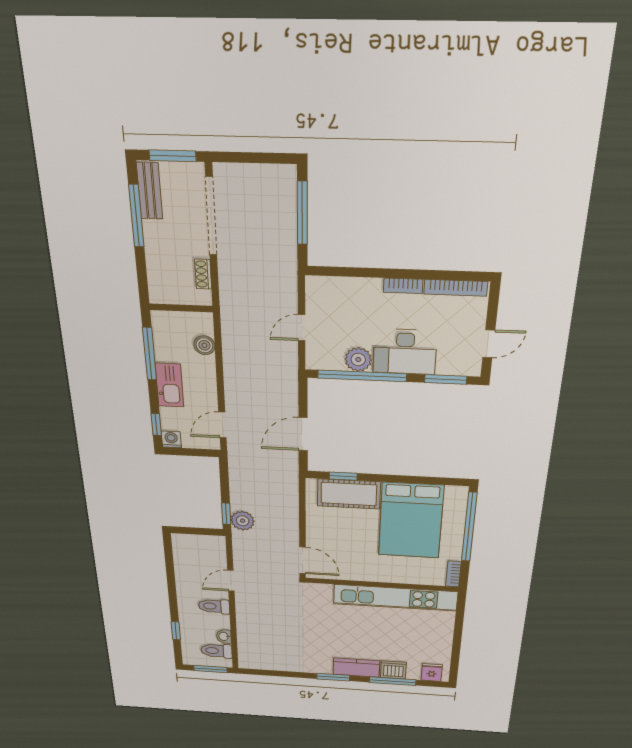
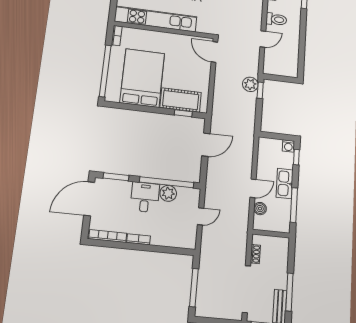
door: (489, 344) -> (89, 199), width x1.87
desk: (405, 352) -> (145, 197), width x0.73
door: (222, 425) -> (253, 188), moved

